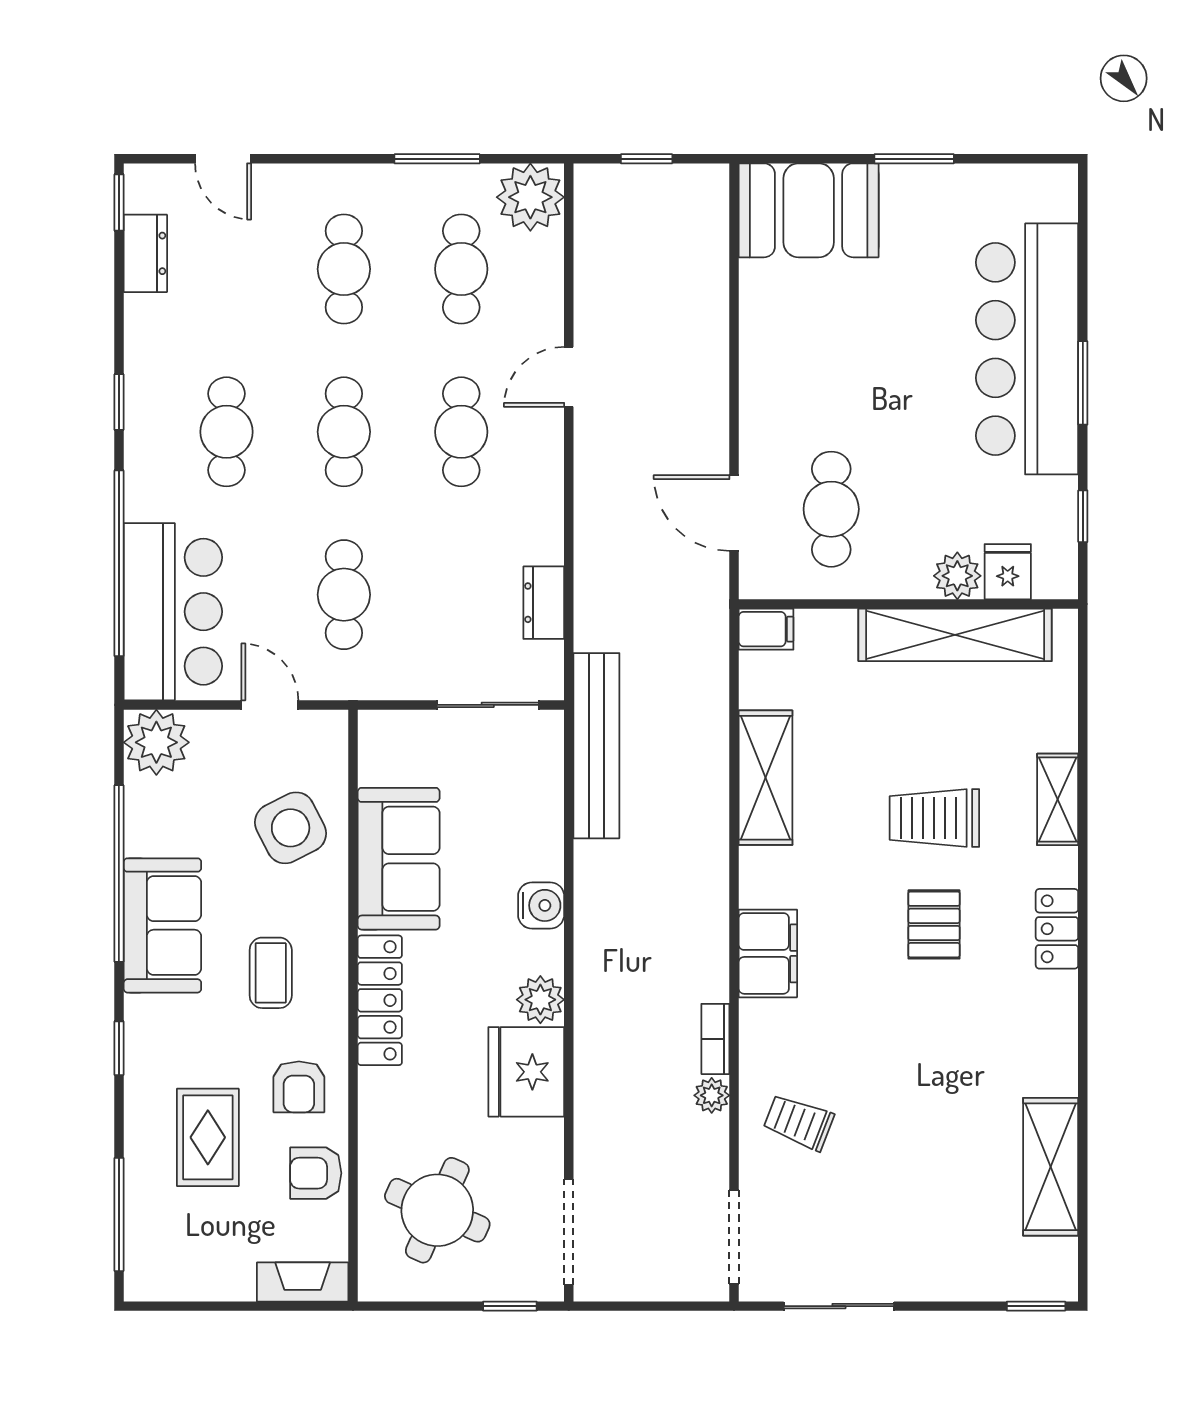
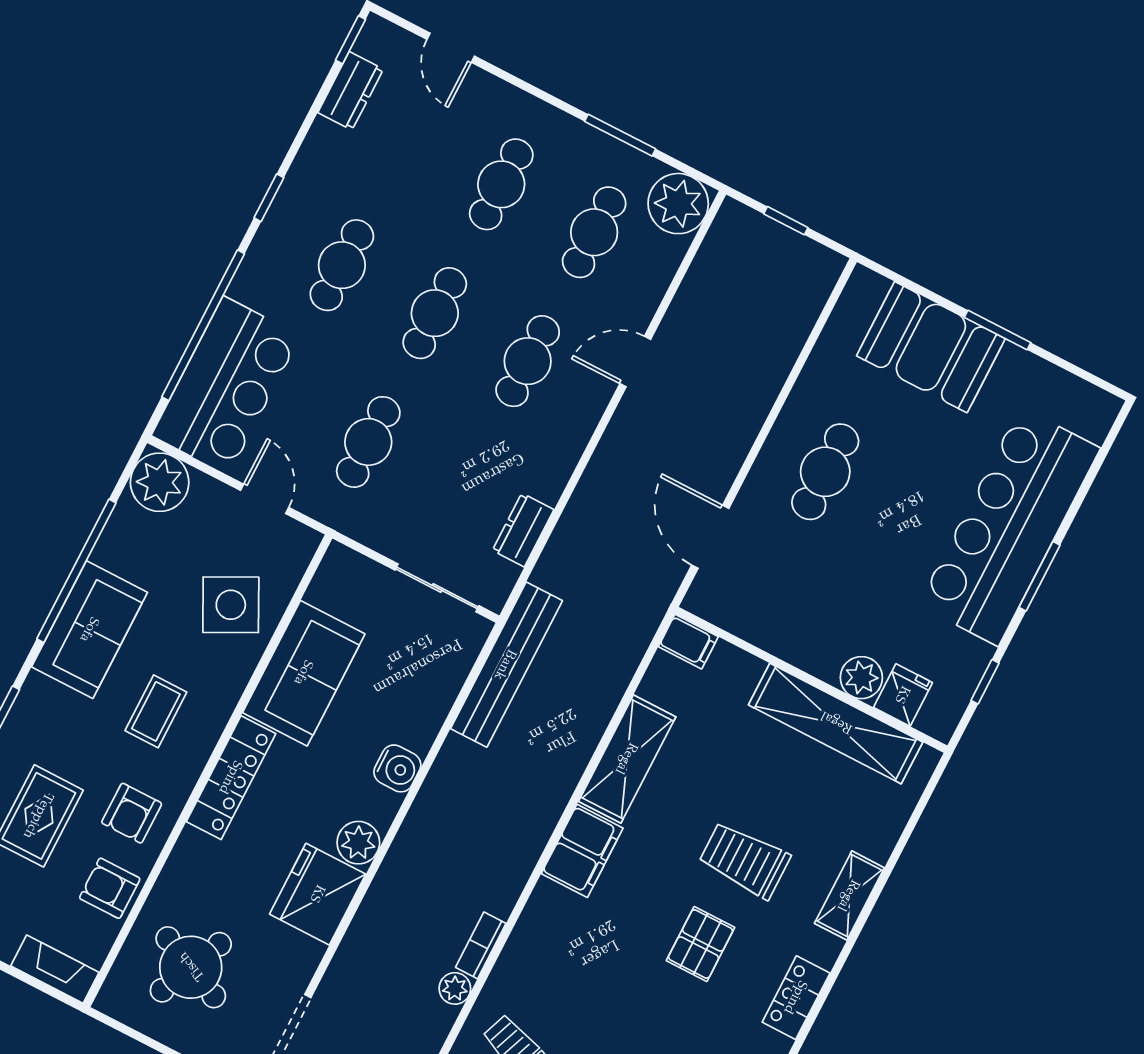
booth: (809, 210) -> (931, 347), moved
cafe table: (831, 509) -> (825, 472), moved
filing cabinet: (768, 953) -> (582, 851), moved

